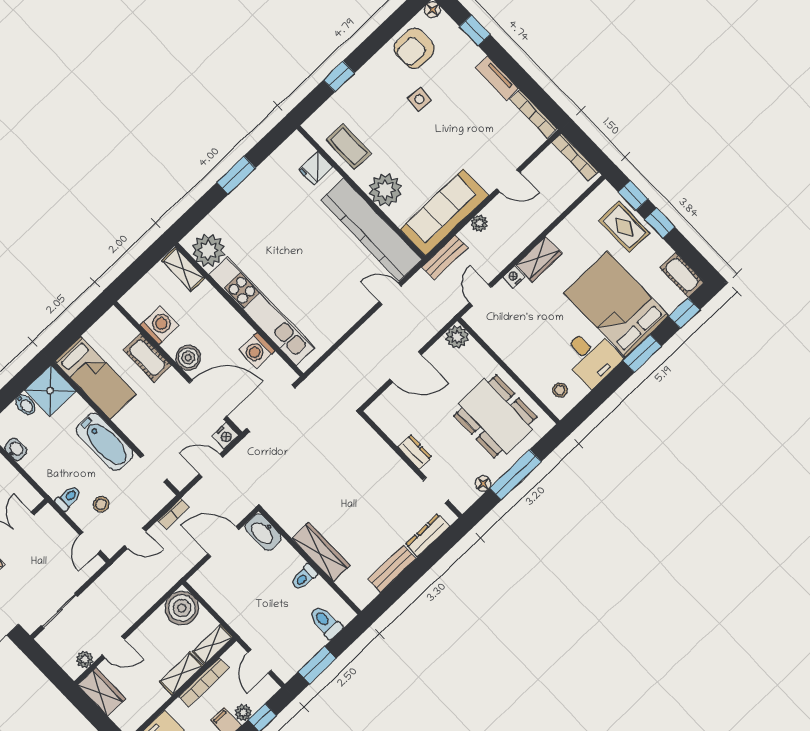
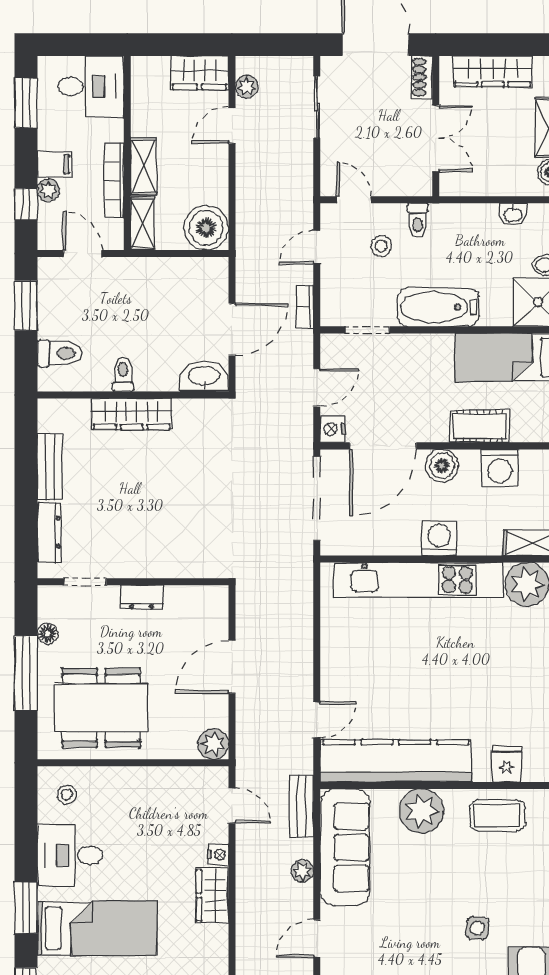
bed: (616, 304) -> (97, 928), width x0.67
washing machine: (256, 350) -> (439, 538), moved

